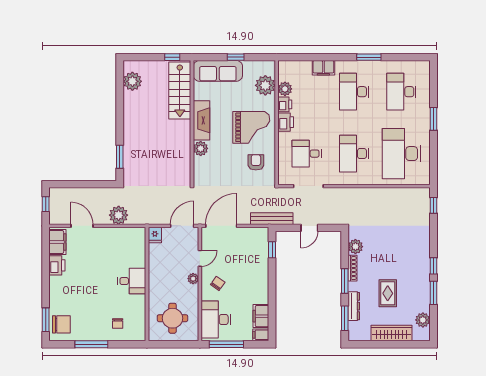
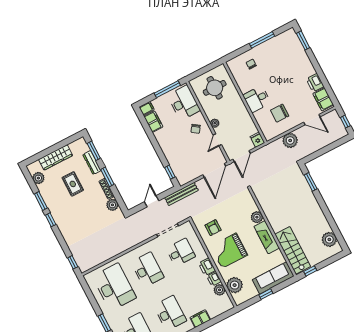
chair: (61, 324) -> (280, 113), moved

